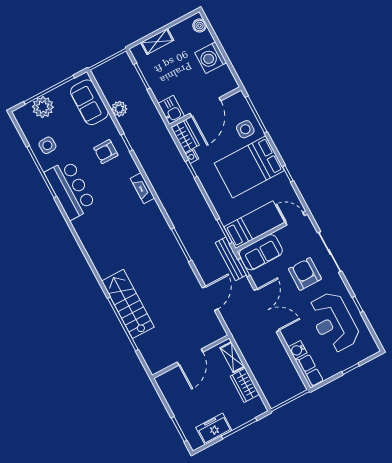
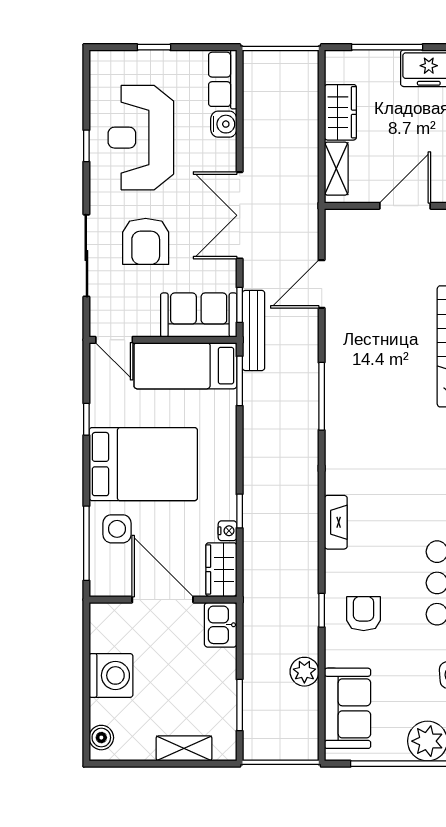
door: (205, 107) -> (163, 600), hinge flipped
armchair: (106, 152) -> (364, 614), turned -90
reception desk: (334, 322) -> (141, 138), turned 180

